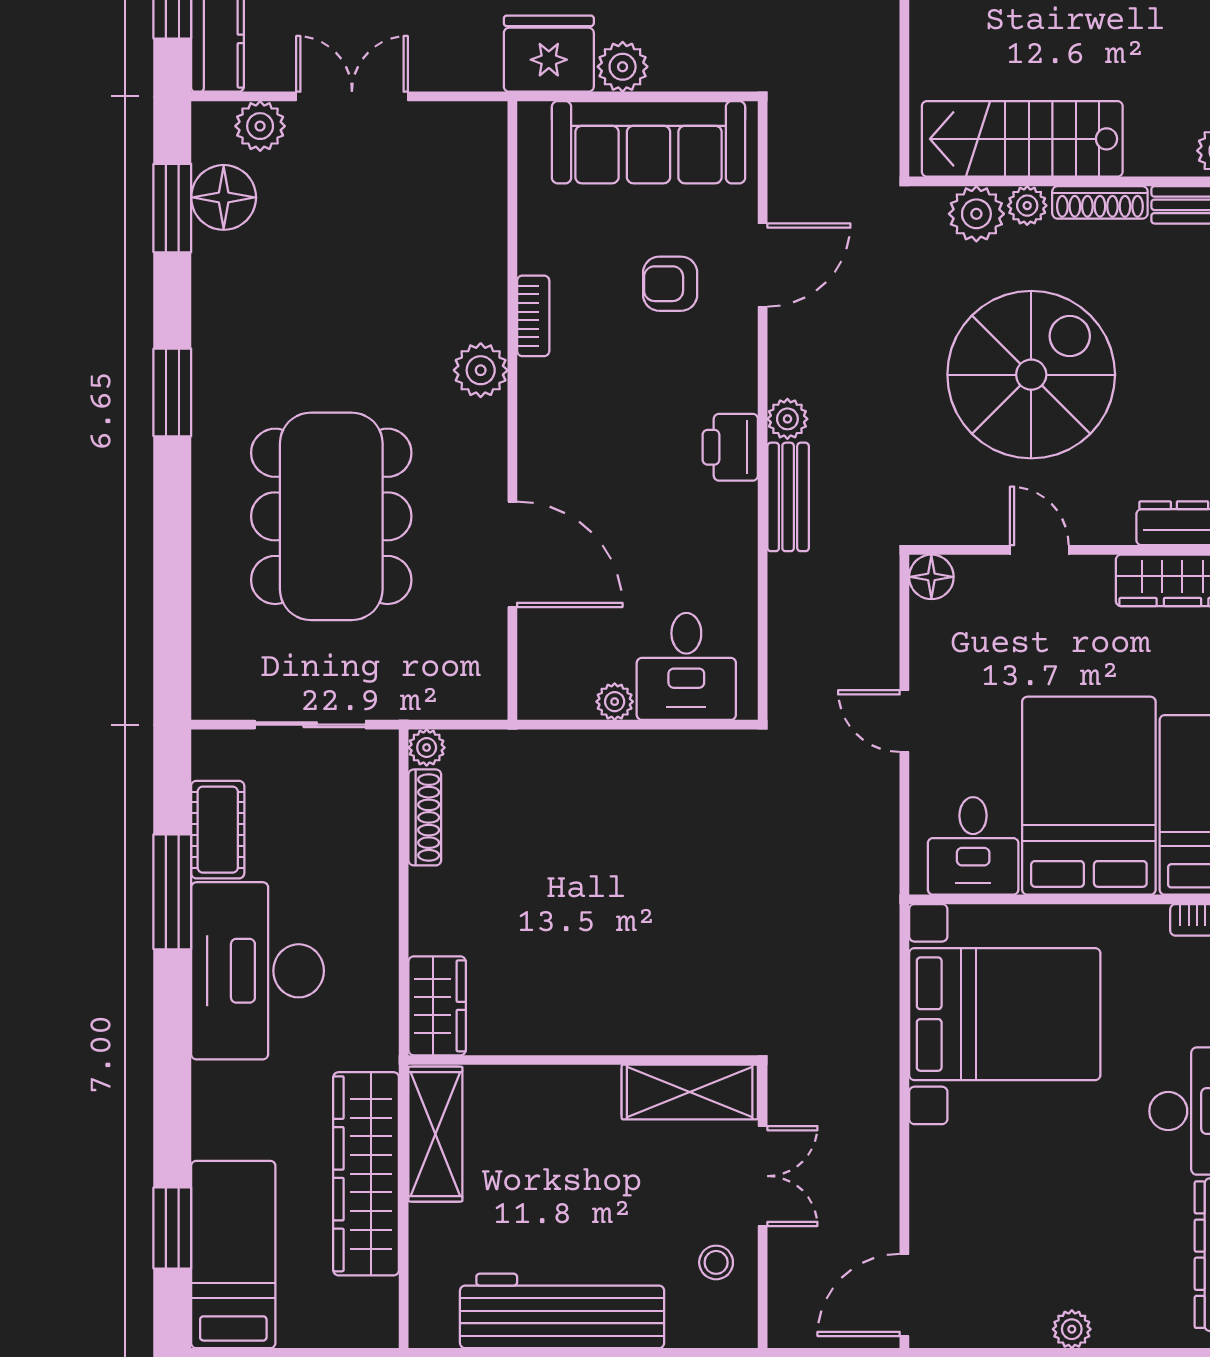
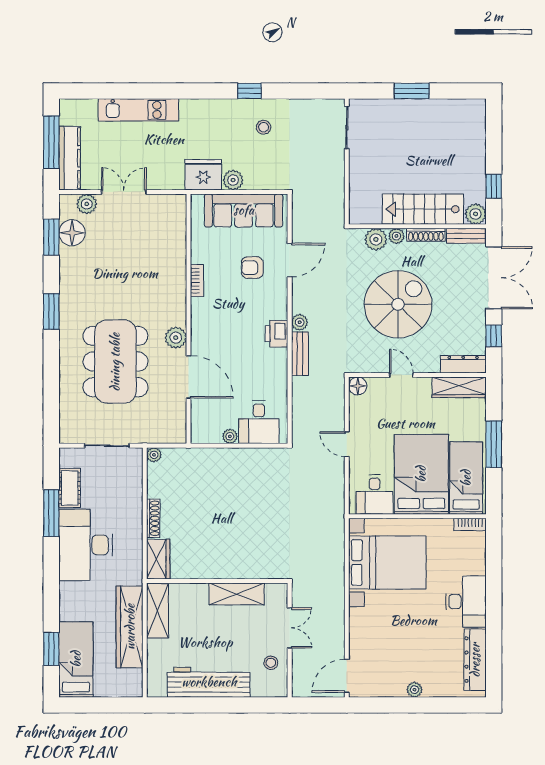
stairs: (1022, 139) -> (423, 209), moved
plant: (481, 370) -> (176, 338), moved
shoe rack: (425, 817) -> (153, 518), moved
shelving: (690, 1092) -> (237, 594), moved

